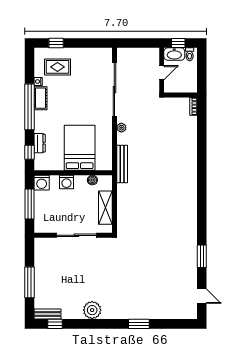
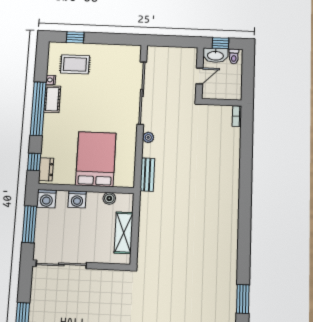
dresser: (40, 143) -> (46, 169), moved
bench: (122, 164) -> (147, 175), width x0.73
sliding door: (76, 235) -> (61, 264), moved

